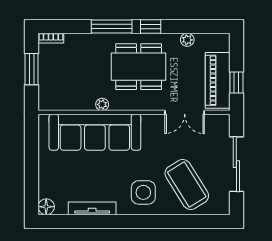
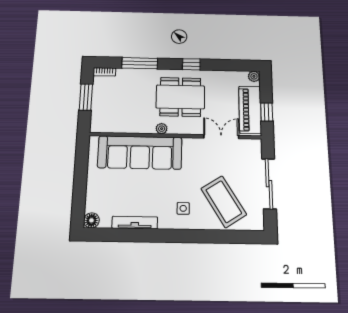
window: (112, 26) -> (140, 63), moved
plant: (187, 40) -> (254, 76), moved
plant: (102, 104) -> (162, 129), moved
double door: (185, 112) -> (221, 137), swing flipped
side table: (143, 192) -> (183, 208), width x0.54, depth x0.54

